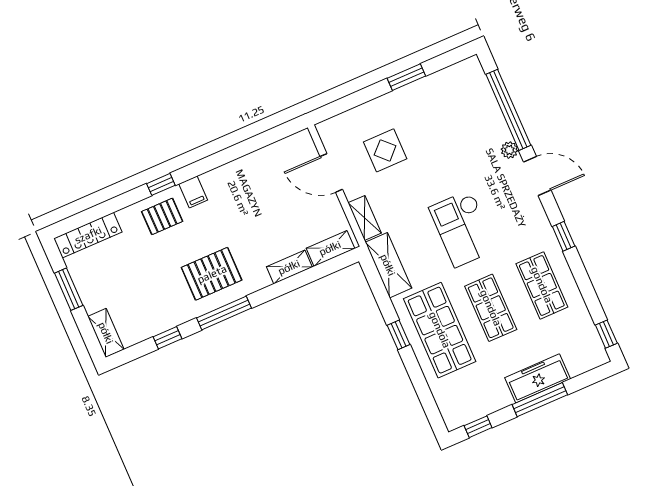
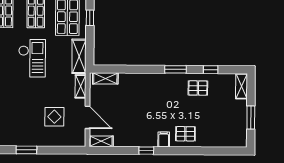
window: (161, 184) -> (146, 151), moved
locker: (88, 235) -> (228, 141), removed
shelving: (289, 267) -> (101, 141), moved
pallet: (212, 274) -> (198, 88), moved, width x0.67, depth x0.71
window: (224, 313) -> (176, 69), width x0.69

